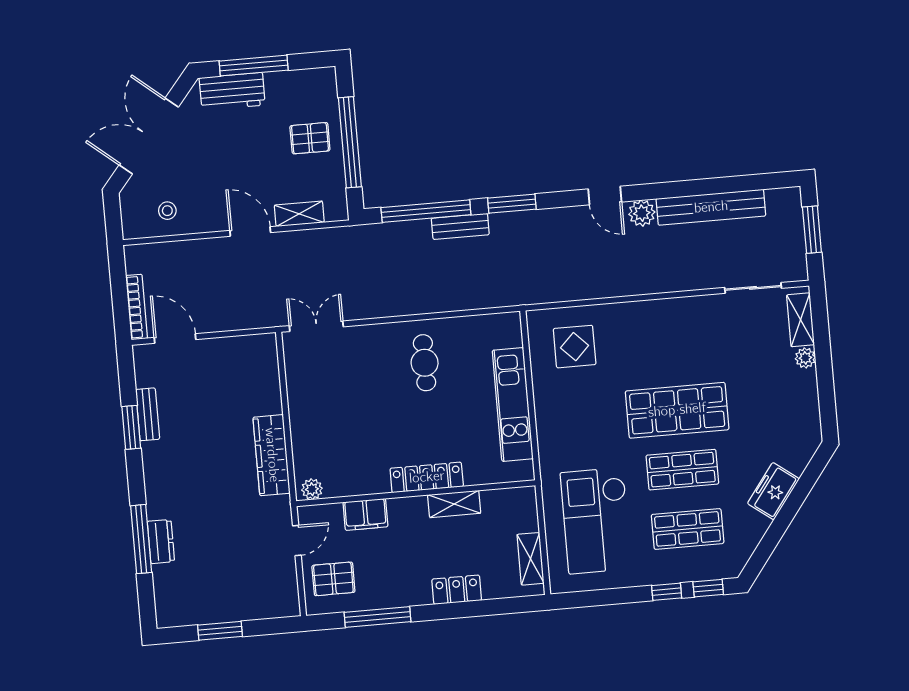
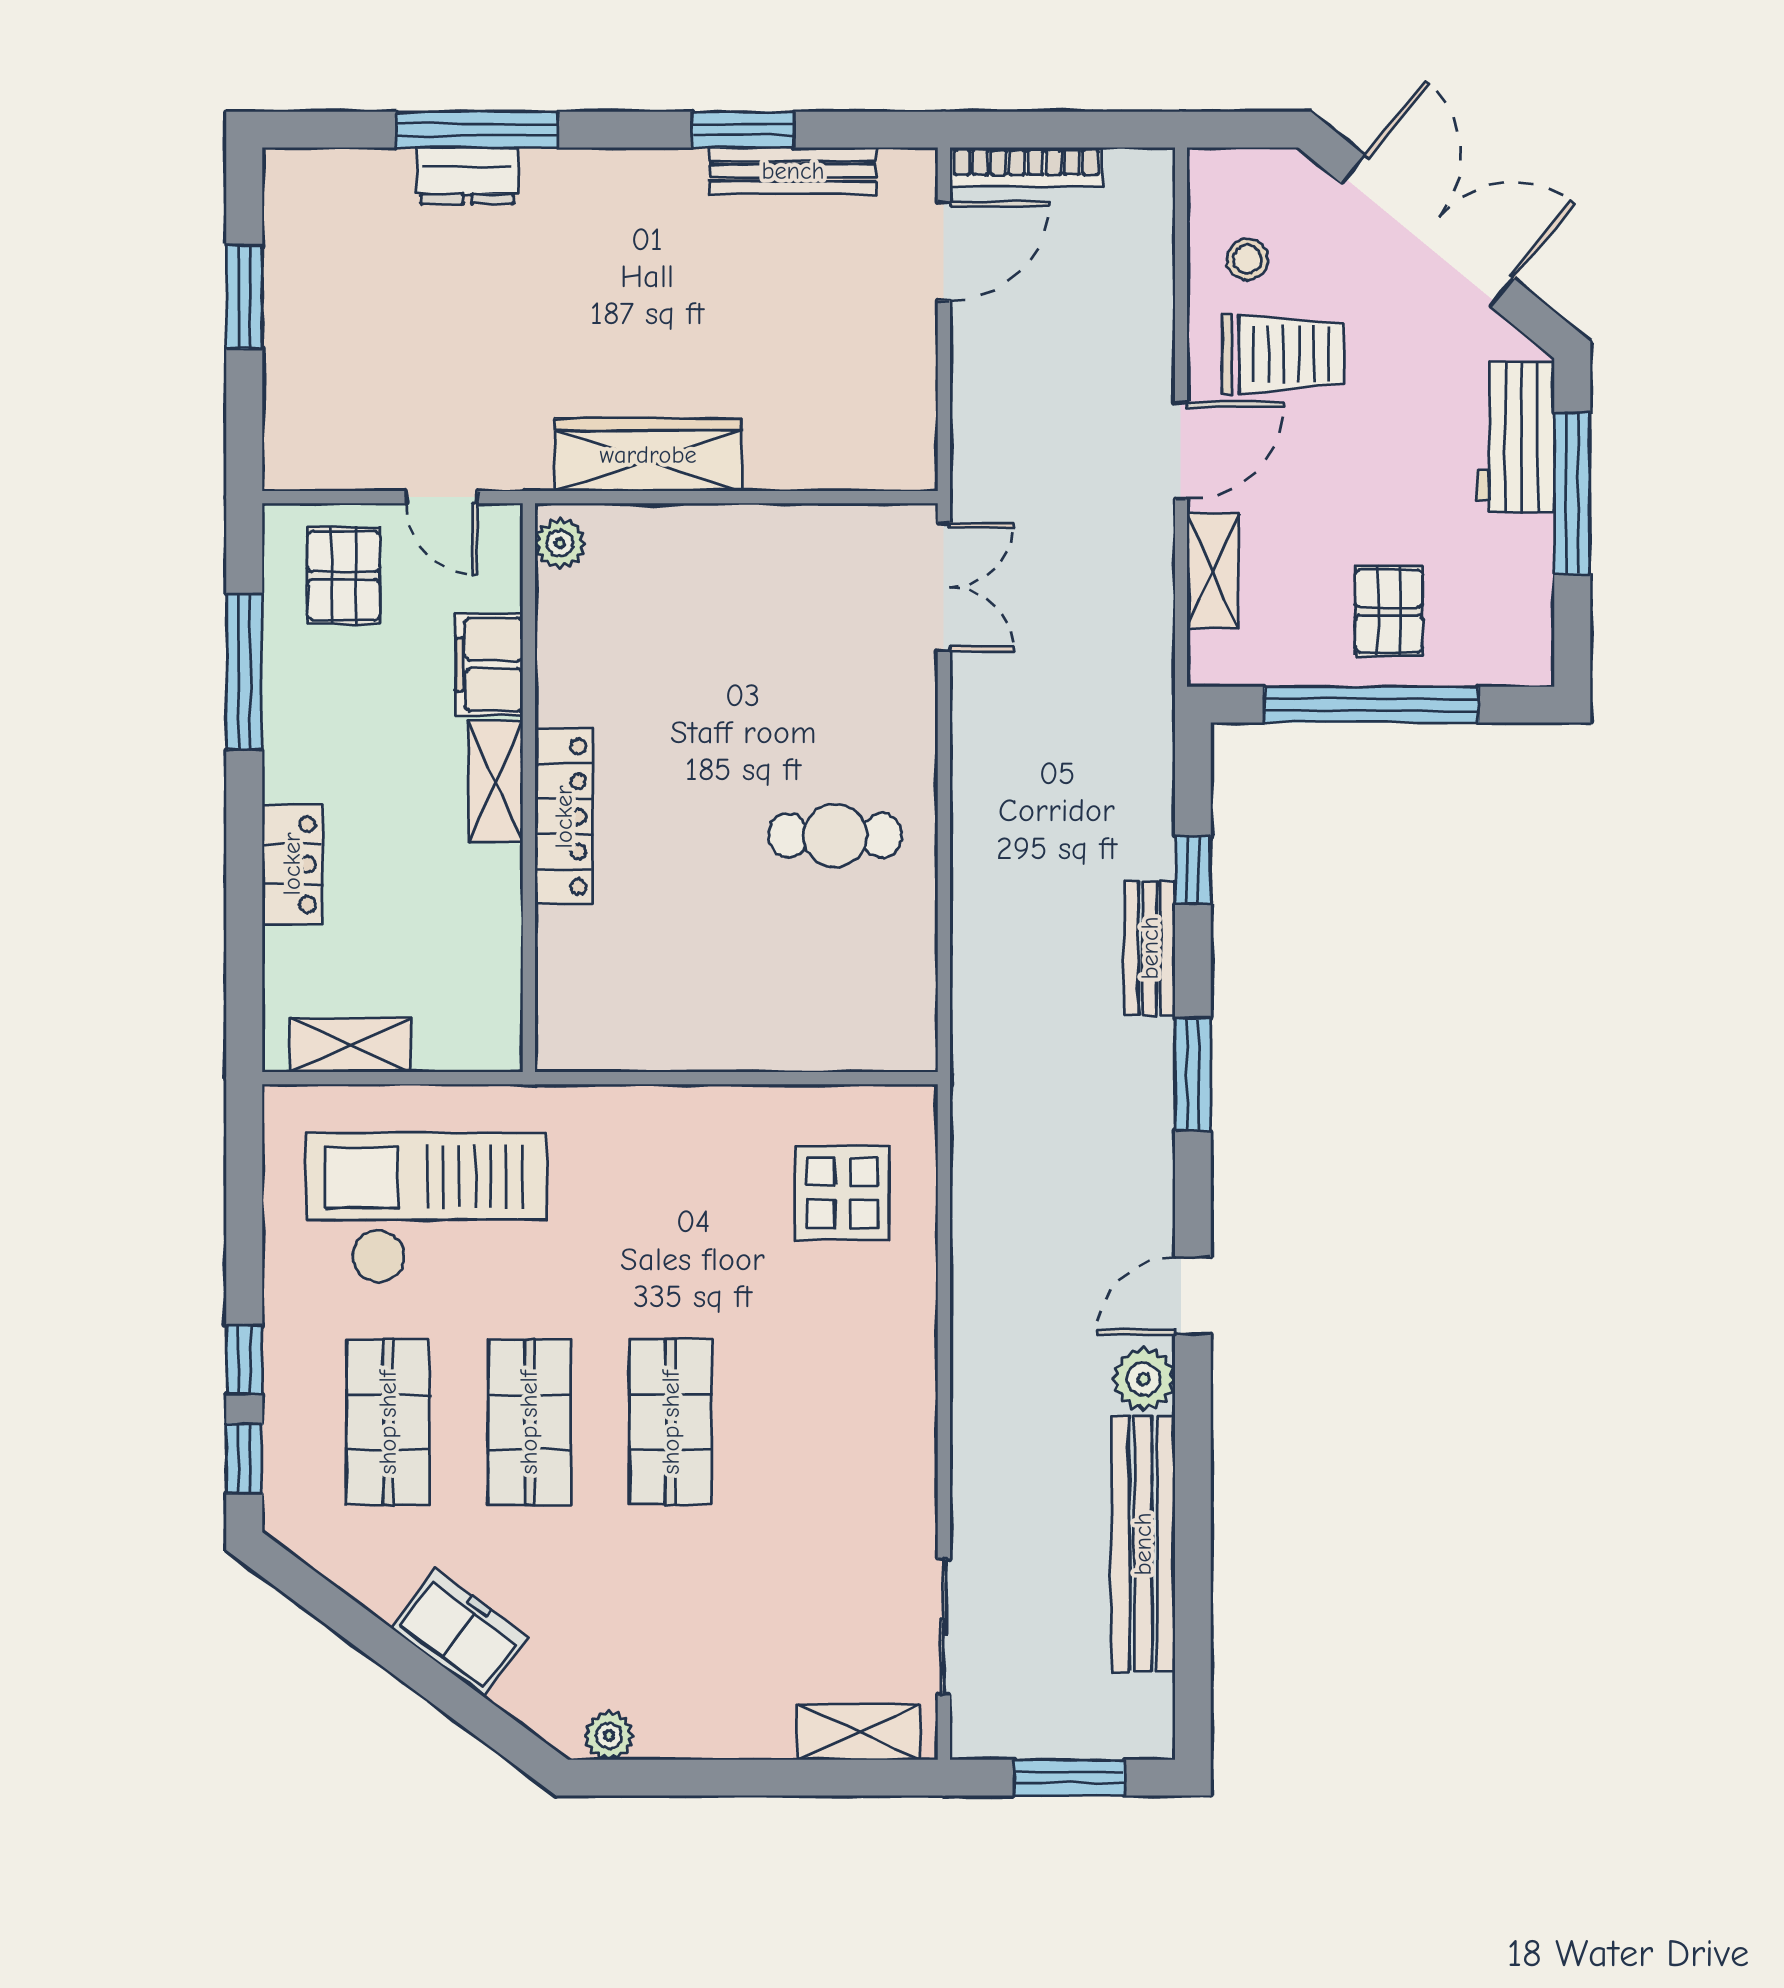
trolley: (206, 192) -> (1283, 354), added
window: (426, 211) -> (1193, 870), width x0.32
plant: (805, 358) -> (609, 1736), moved
kitchen unit: (513, 404) -> (718, 1035), removed
shop shelf: (677, 410) -> (671, 1422), width x0.70, depth x0.74
bench: (148, 414) -> (793, 171), width x1.36
shelving: (454, 504) -> (495, 781), moved

